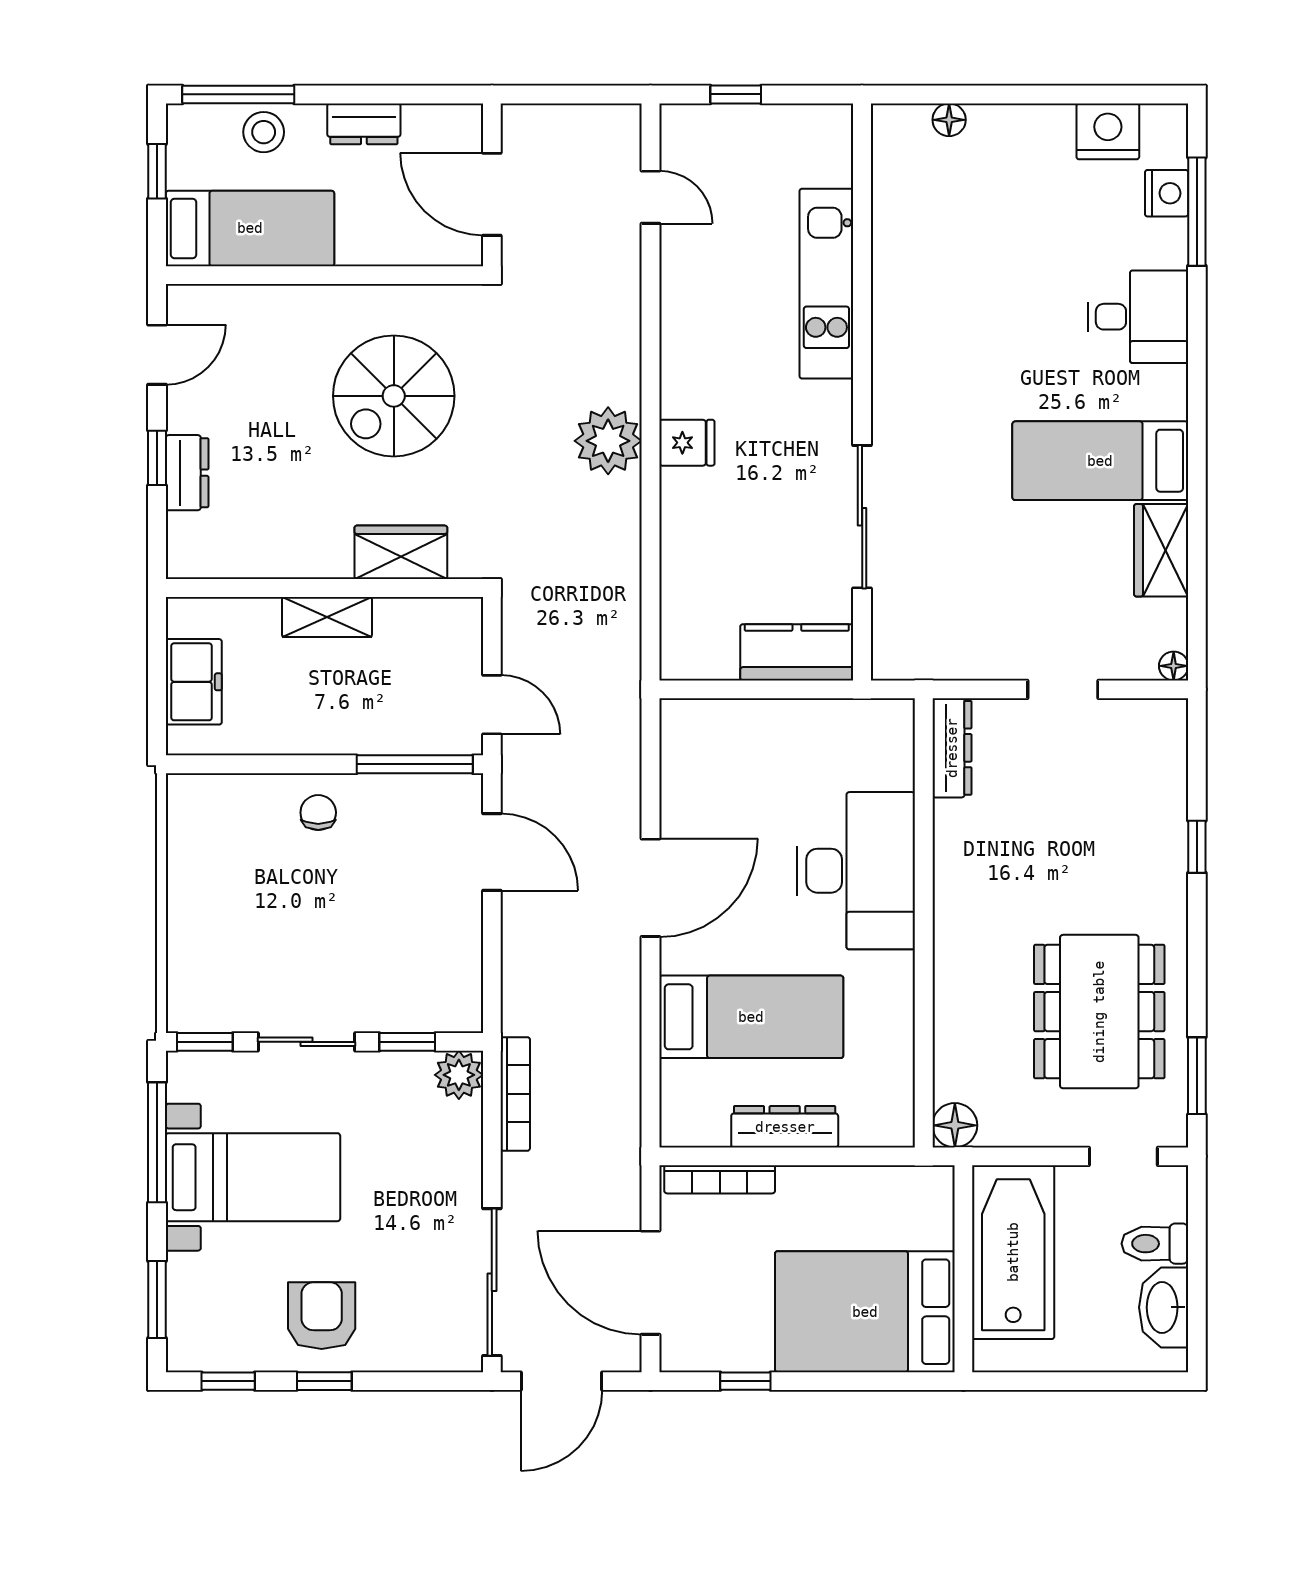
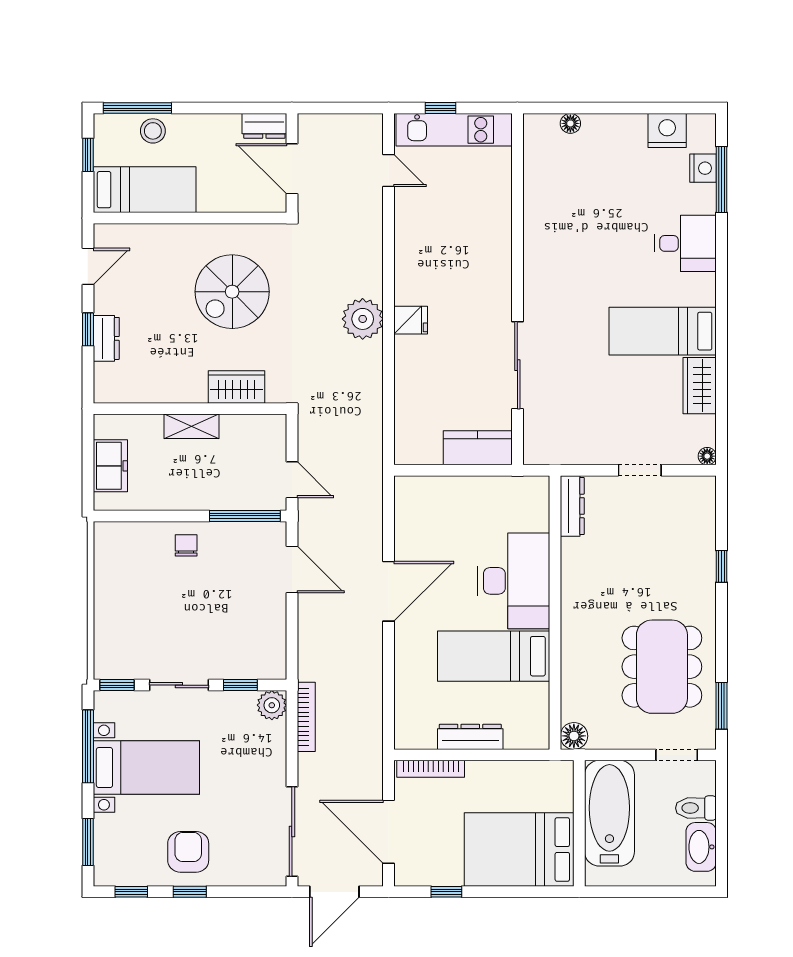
dresser: (364, 124) -> (264, 126), moved
kitchen unit: (826, 284) -> (454, 130), moved, turned -90
bed: (751, 1017) -> (494, 656), moved, turned 180

